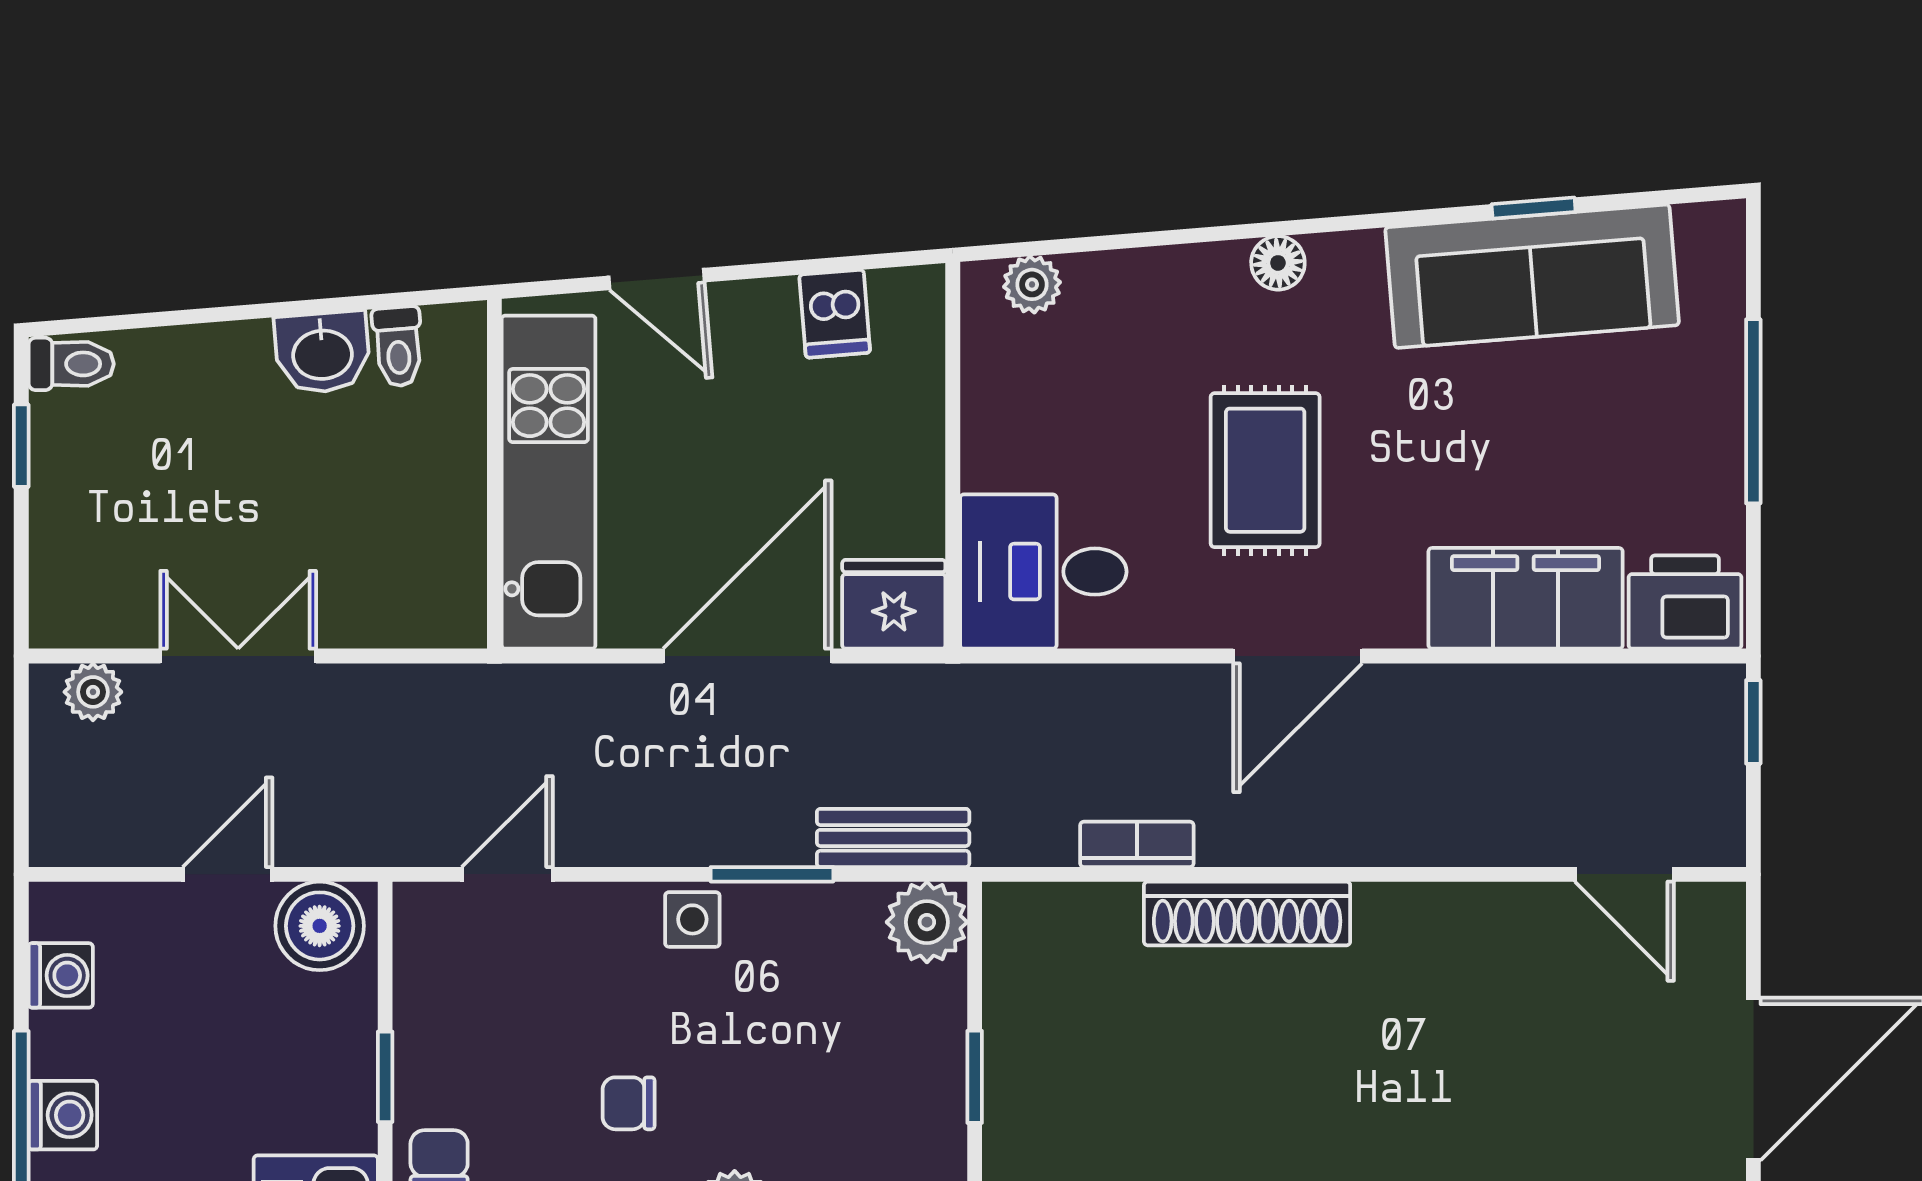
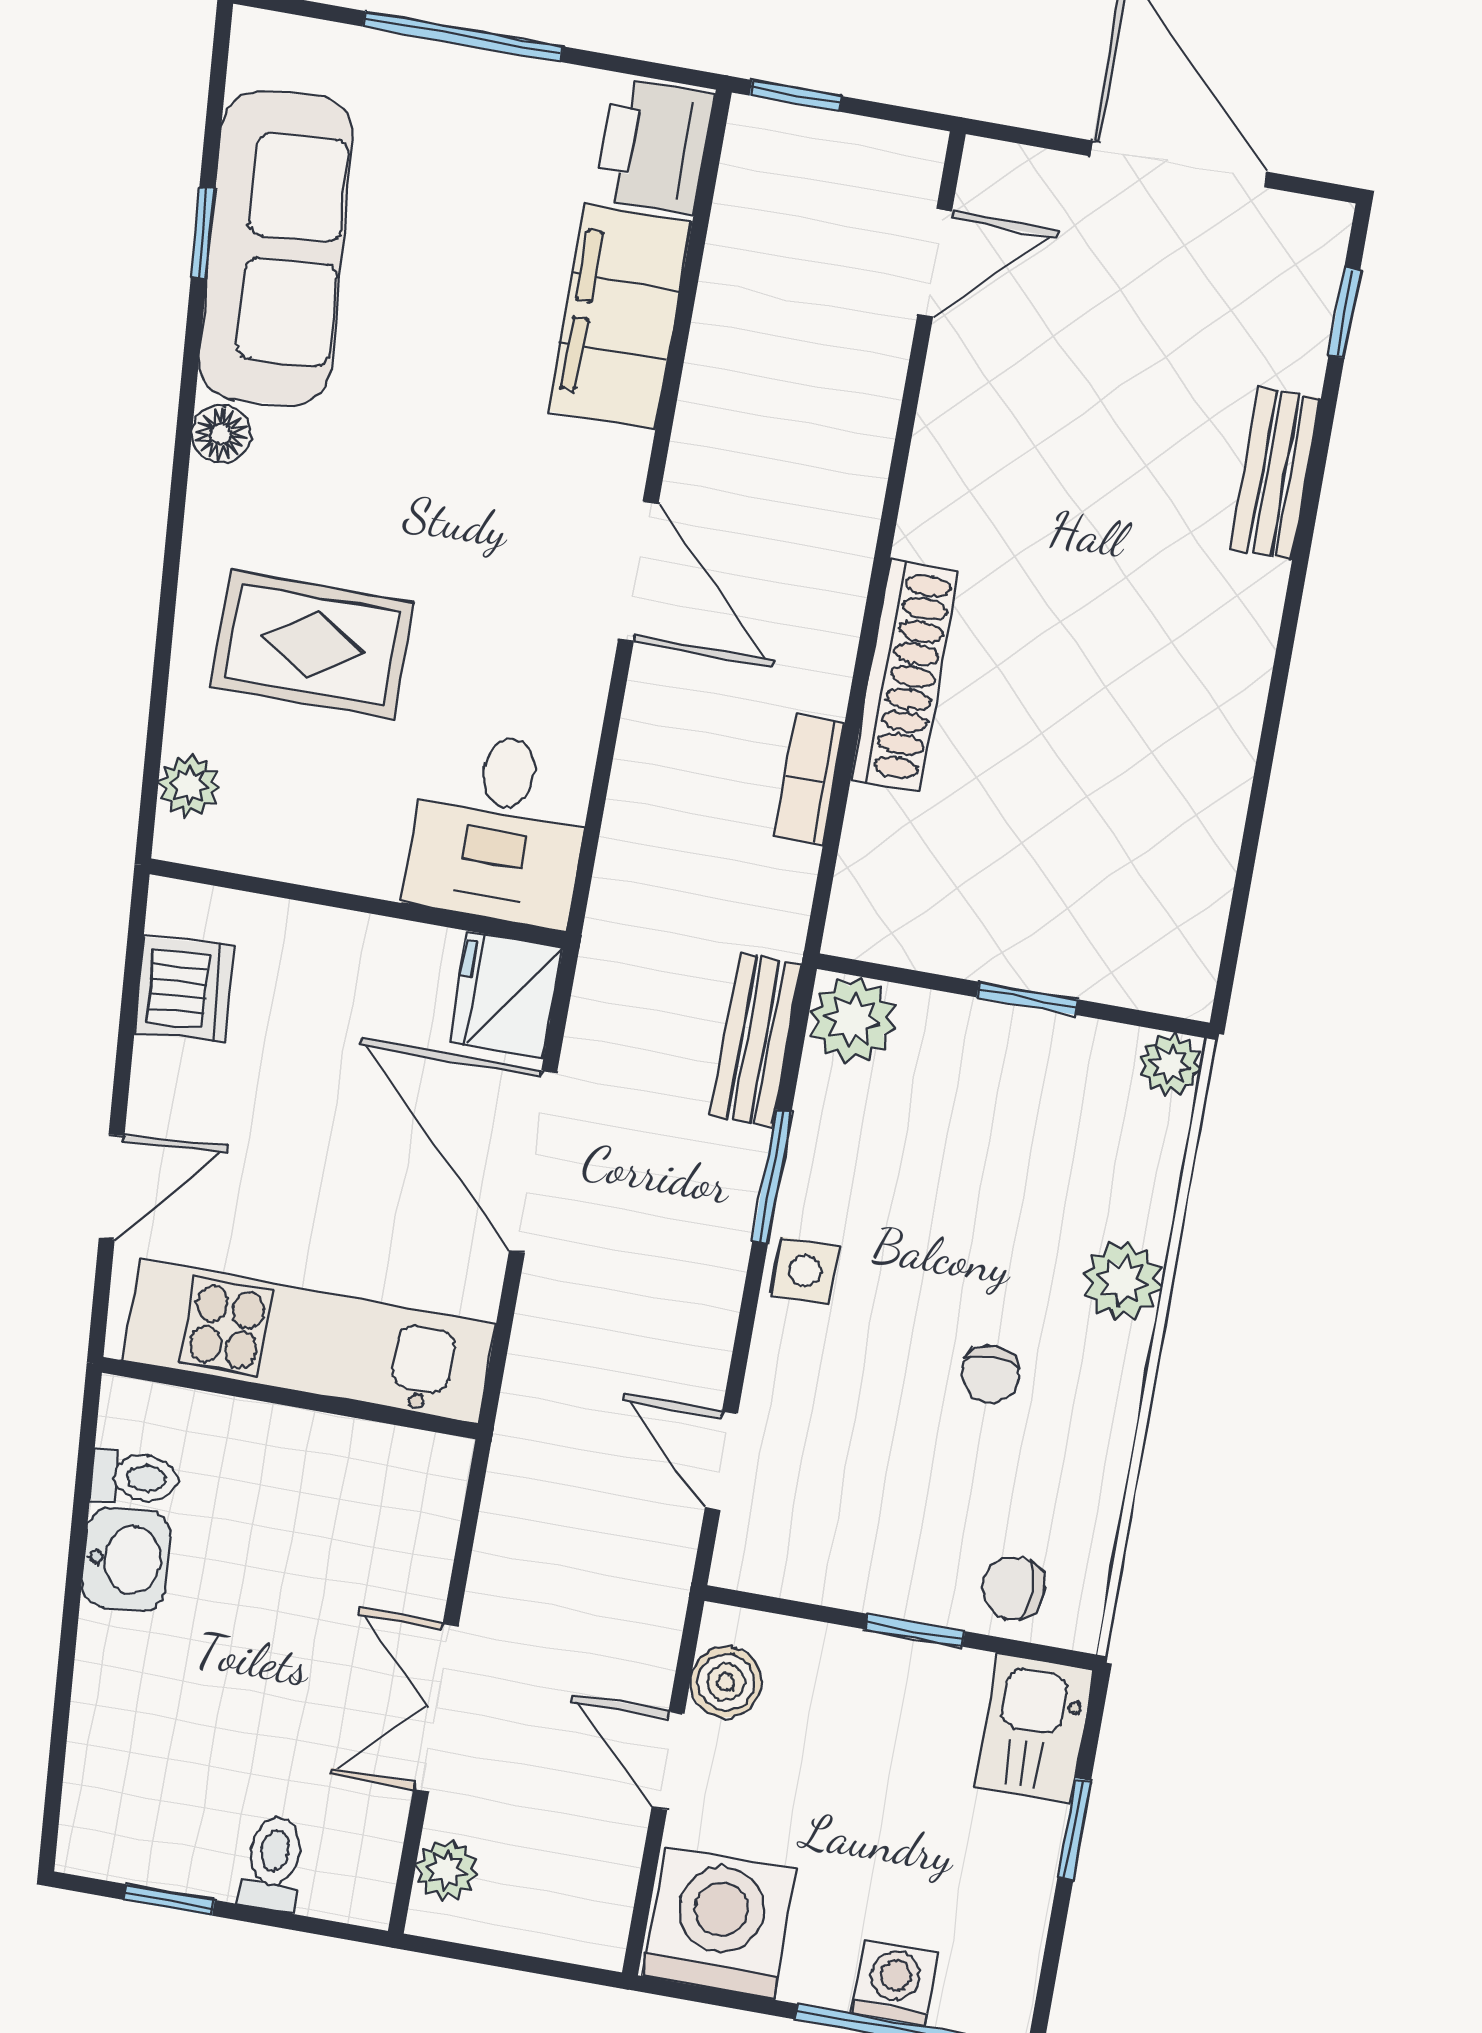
floor lamp: (1278, 263) -> (221, 434), moved
dishwasher: (835, 314) -> (184, 989), width x1.38
toilet: (71, 364) -> (273, 1863), moved
rug: (1265, 470) -> (312, 644), moved
boiler: (320, 926) -> (726, 1682), width x0.73, depth x0.73
washing machine: (61, 975) -> (719, 1923), width x1.89, depth x1.89

